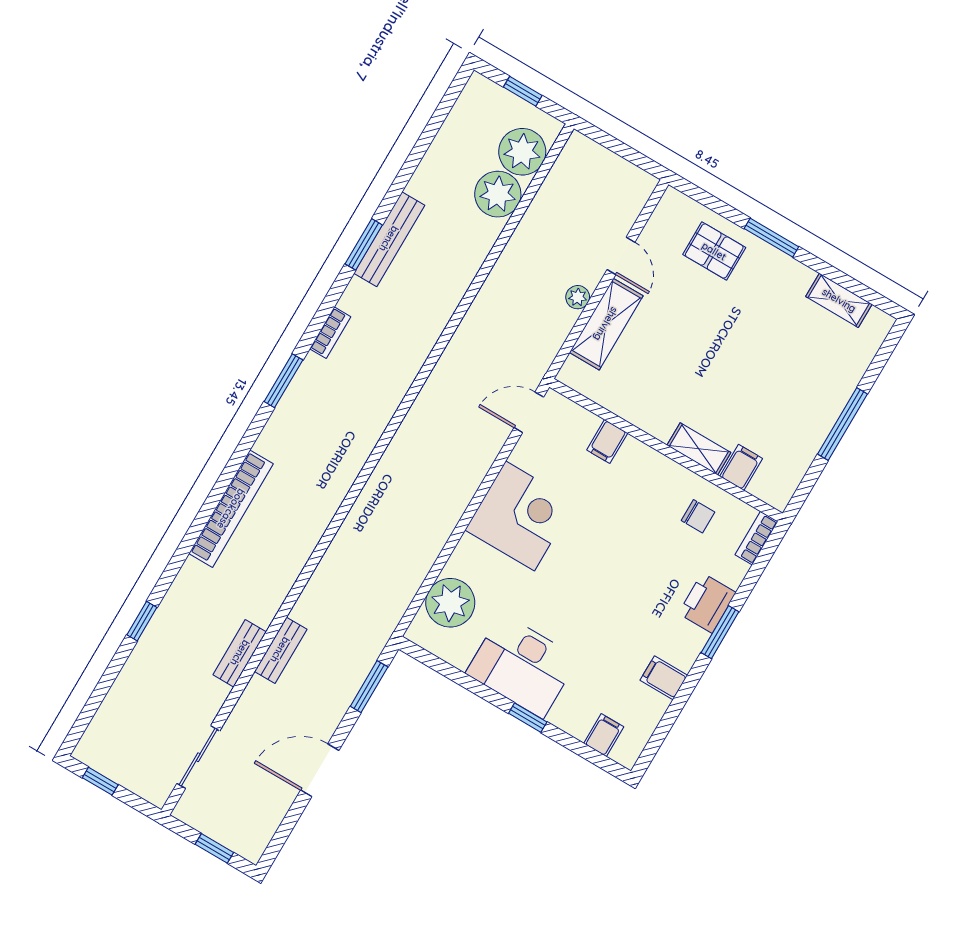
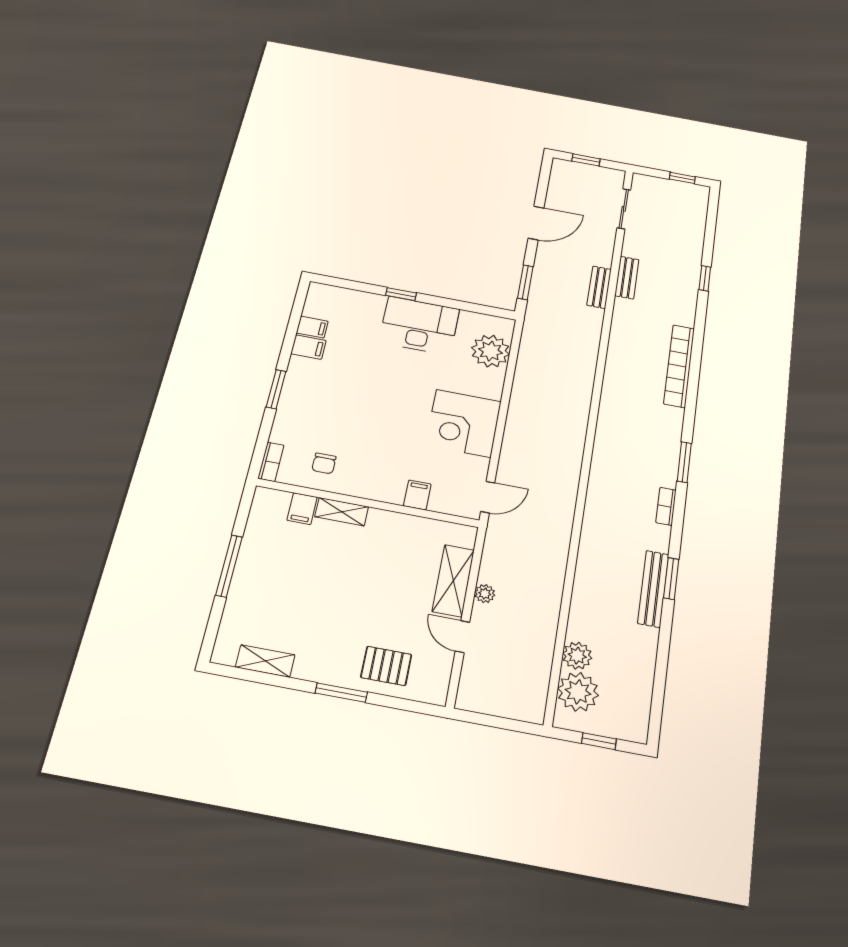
plant: (498, 194) -> (577, 656), width x0.73, depth x0.73
chair: (698, 516) -> (324, 463), turned -90
printer: (707, 603) -> (294, 406), removed
filing cabinet: (604, 735) -> (312, 327), moved, turned -90

